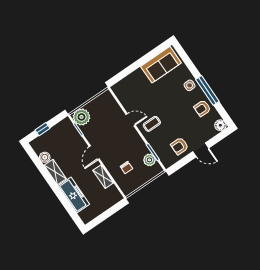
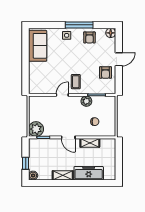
boiler: (45, 157) -> (33, 176), moved
plant: (149, 160) -> (86, 101), moved

